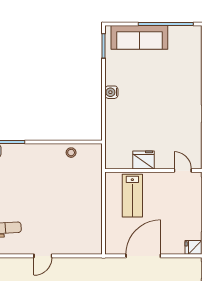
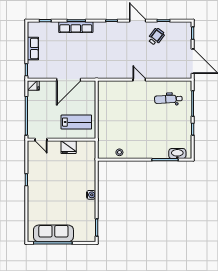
sofa: (139, 37) -> (53, 233), moved
lab bench: (132, 196) -> (76, 122), turned 90
door: (43, 256) -> (139, 80), hinge flipped

